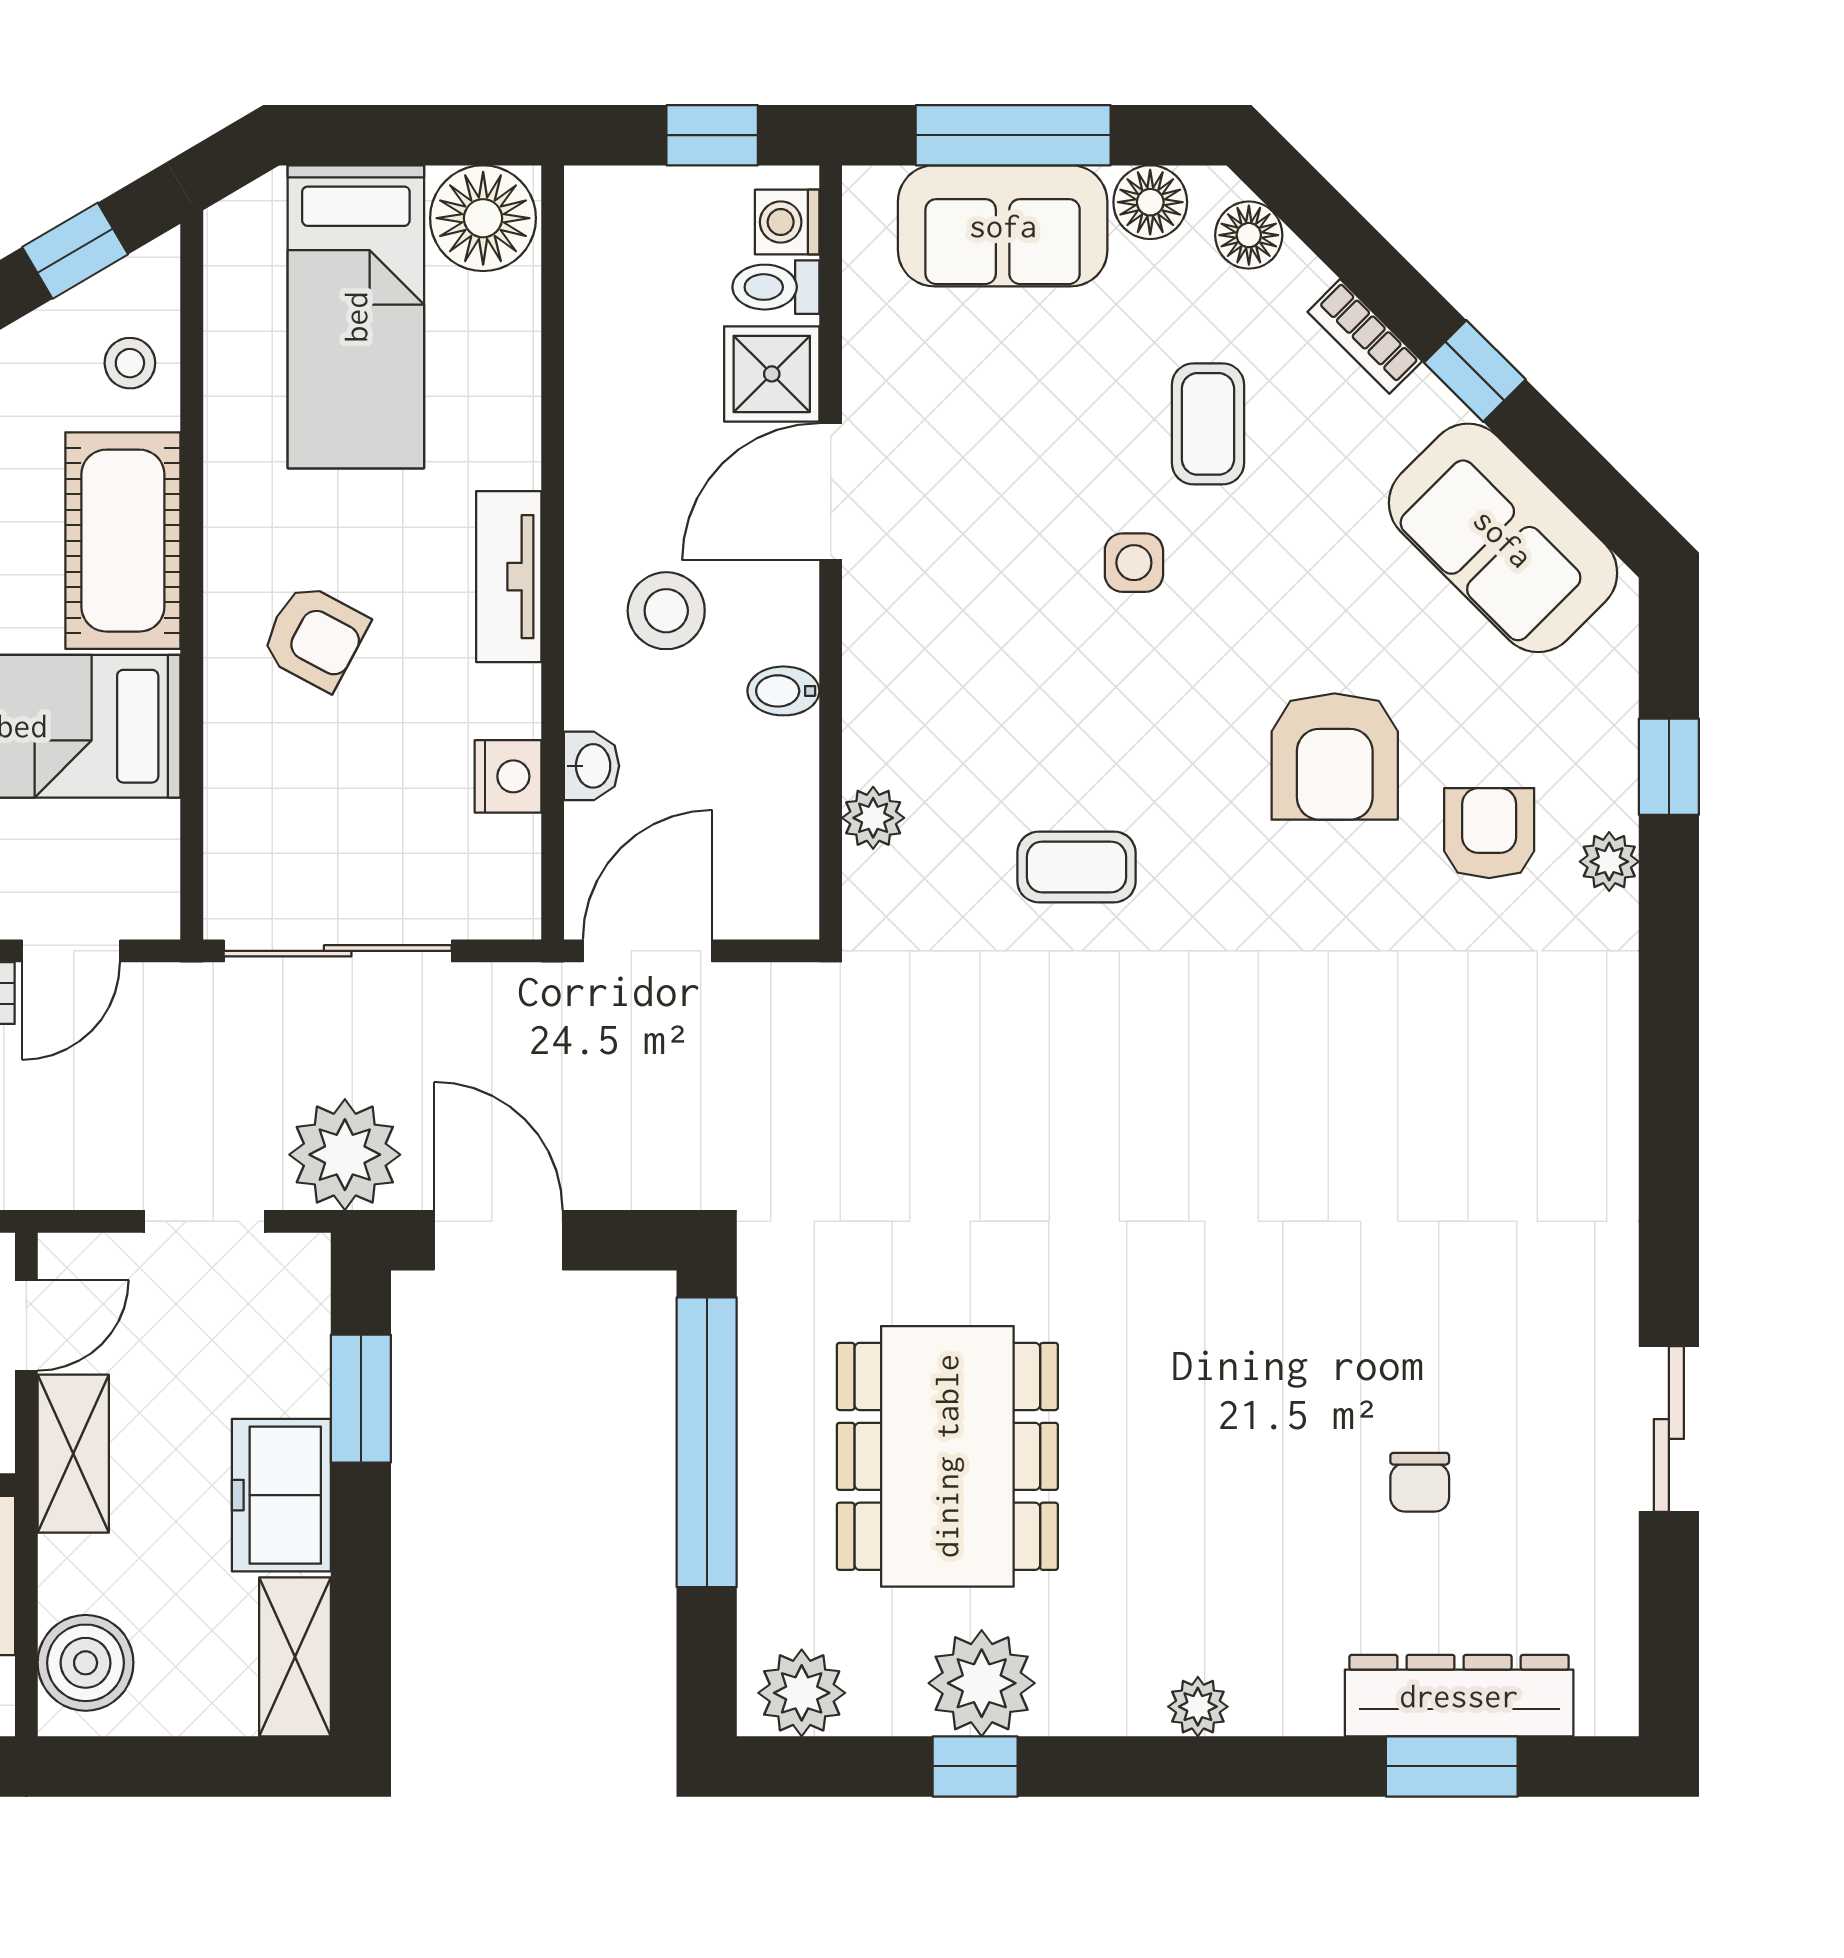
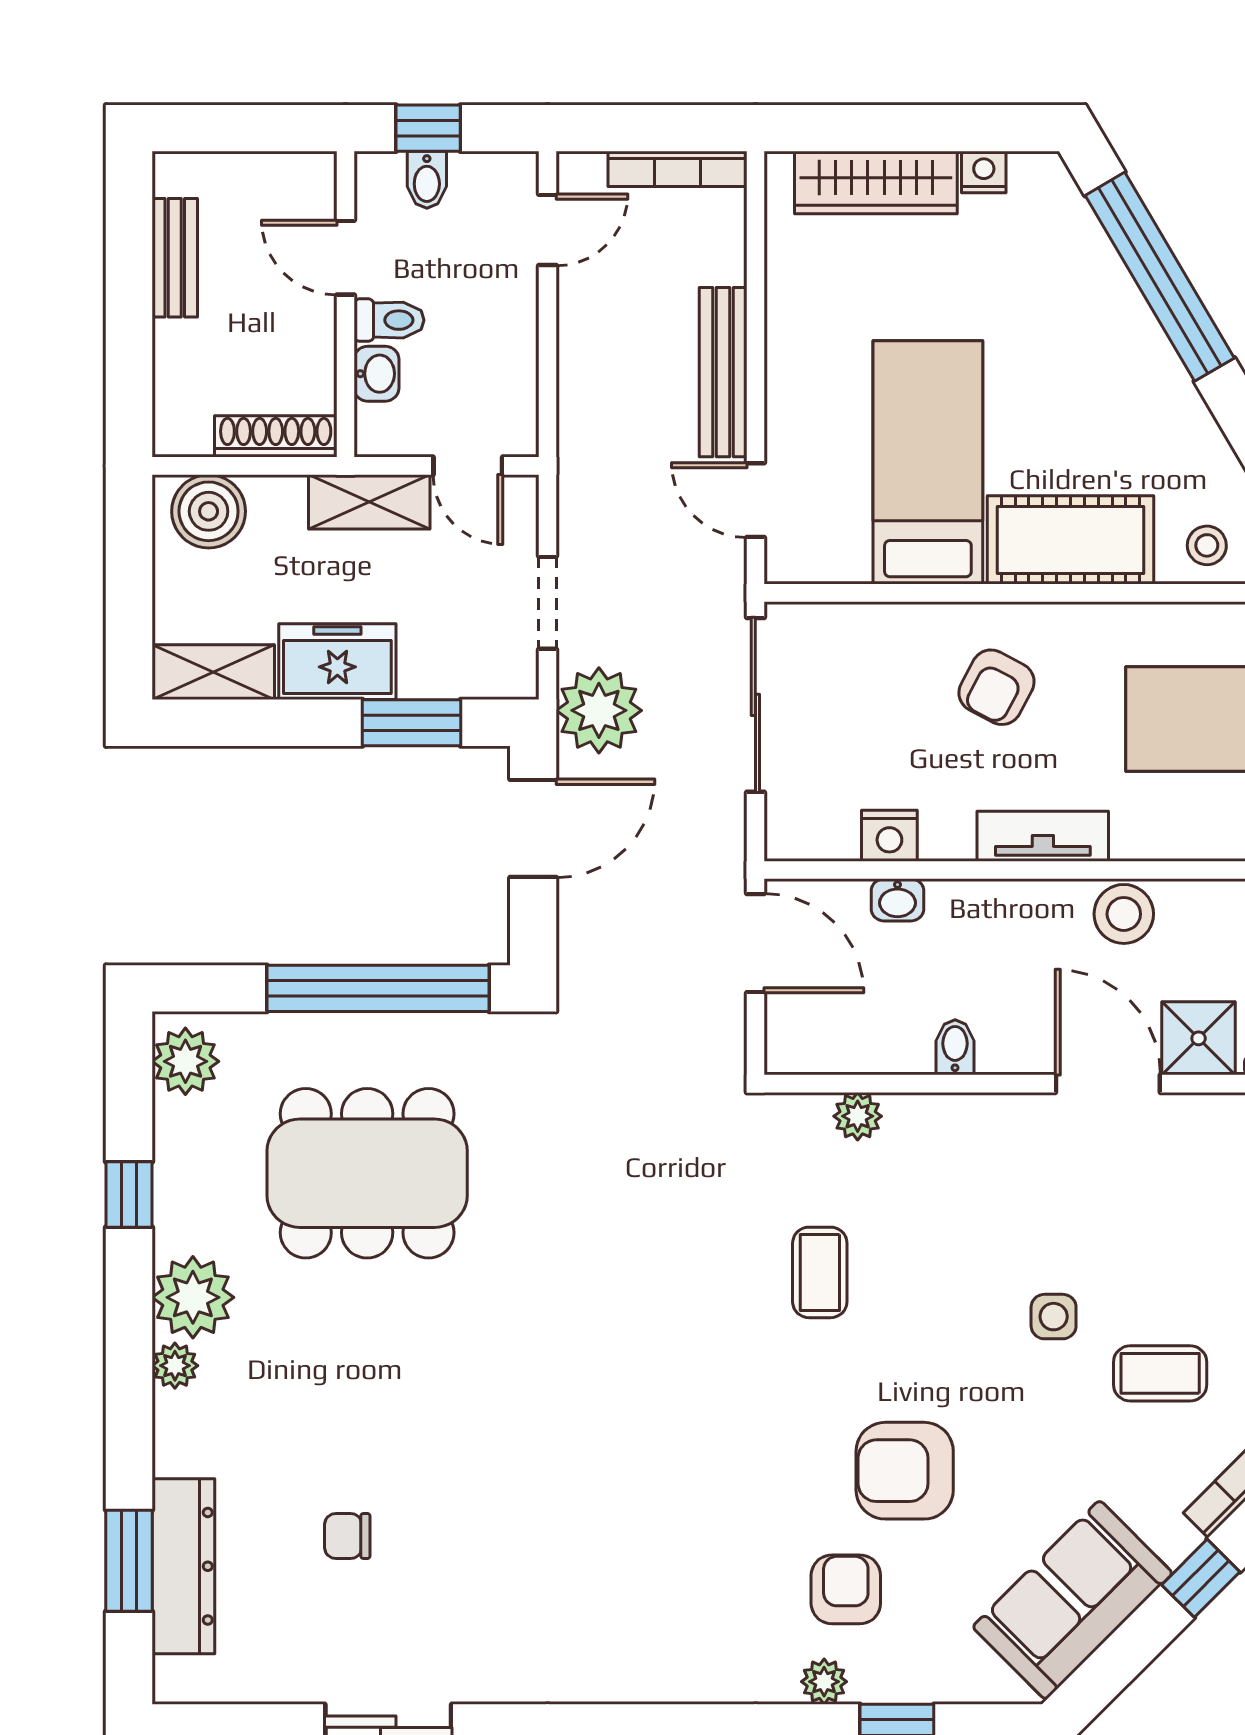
stool: (666, 611) -> (1124, 914), moved
armchair: (1489, 833) -> (846, 1589), turned -90
plant: (982, 1683) -> (193, 1297), moved

